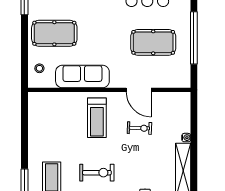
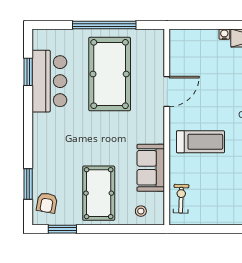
pool table: (153, 42) -> (110, 74), width x1.36, depth x1.32
sofa: (82, 77) -> (151, 168), width x0.73
exercise bike: (139, 128) -> (181, 199), moved

